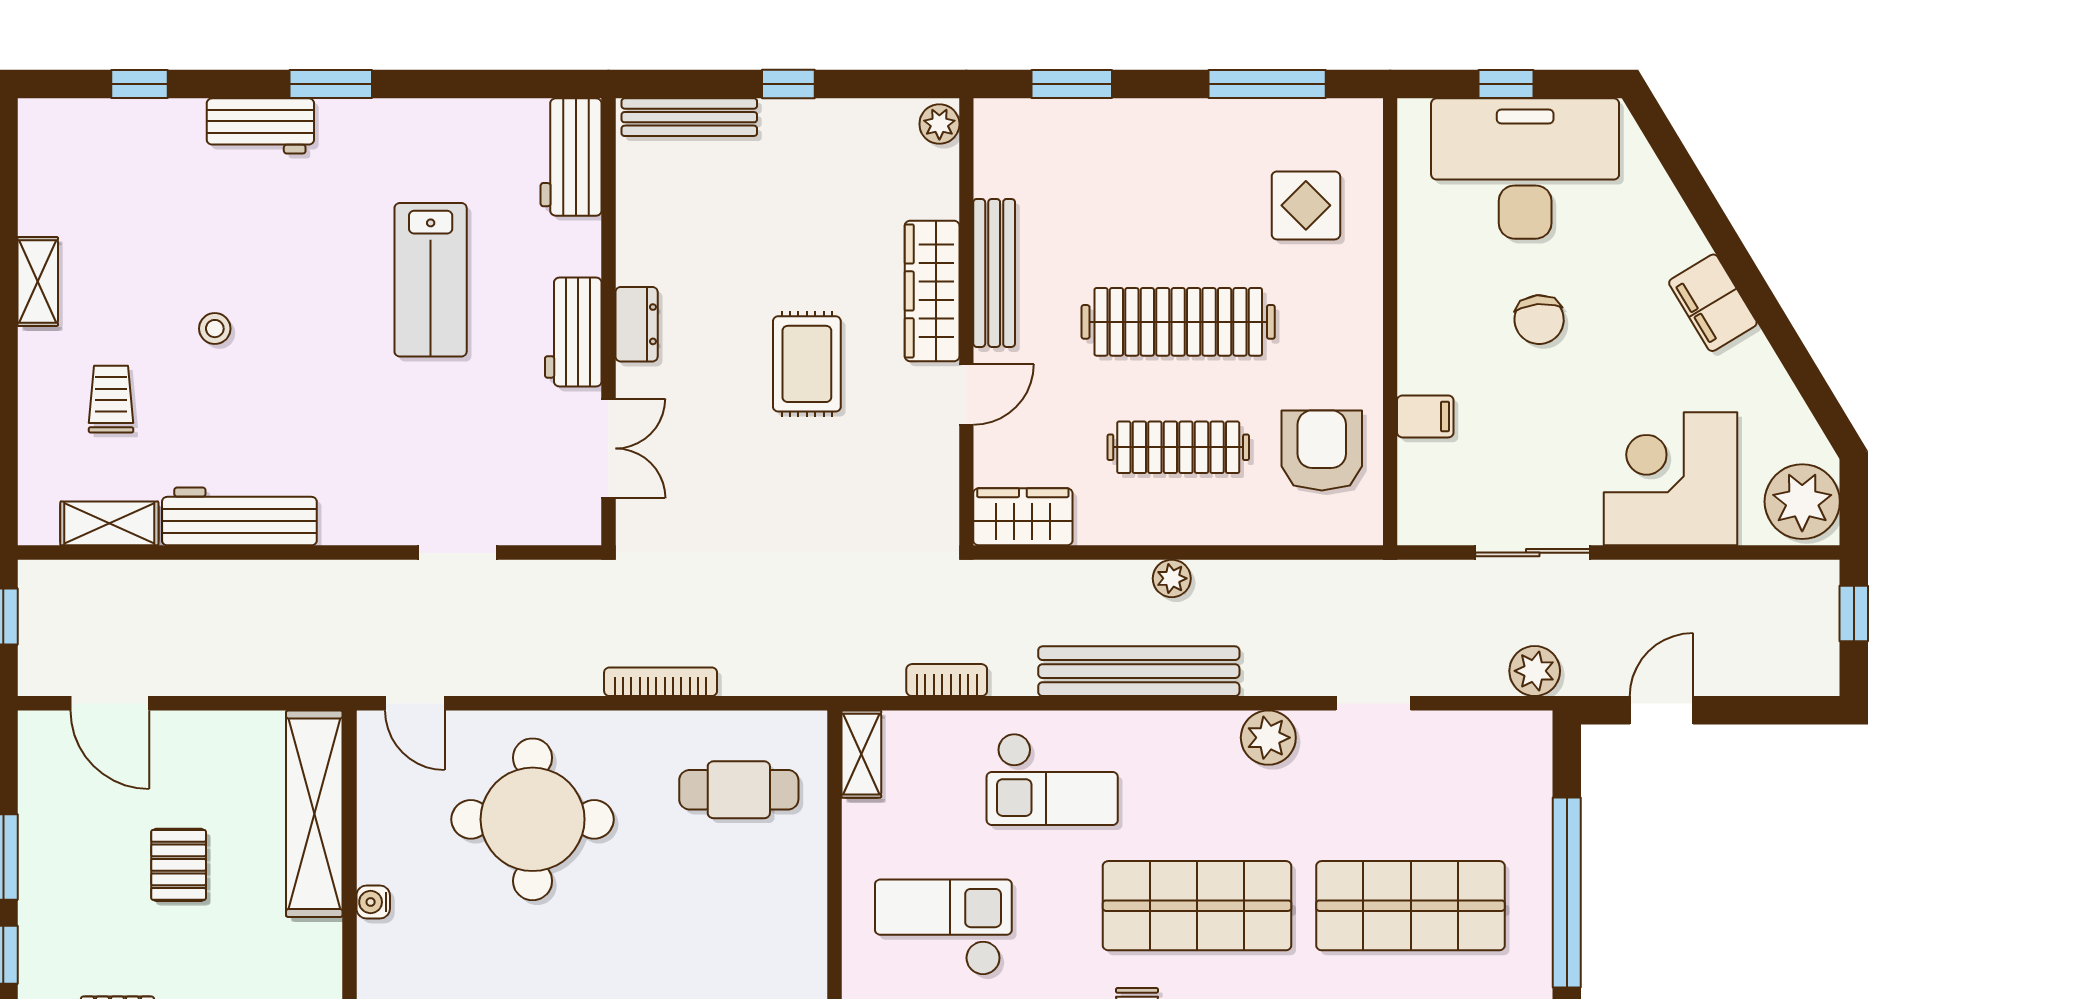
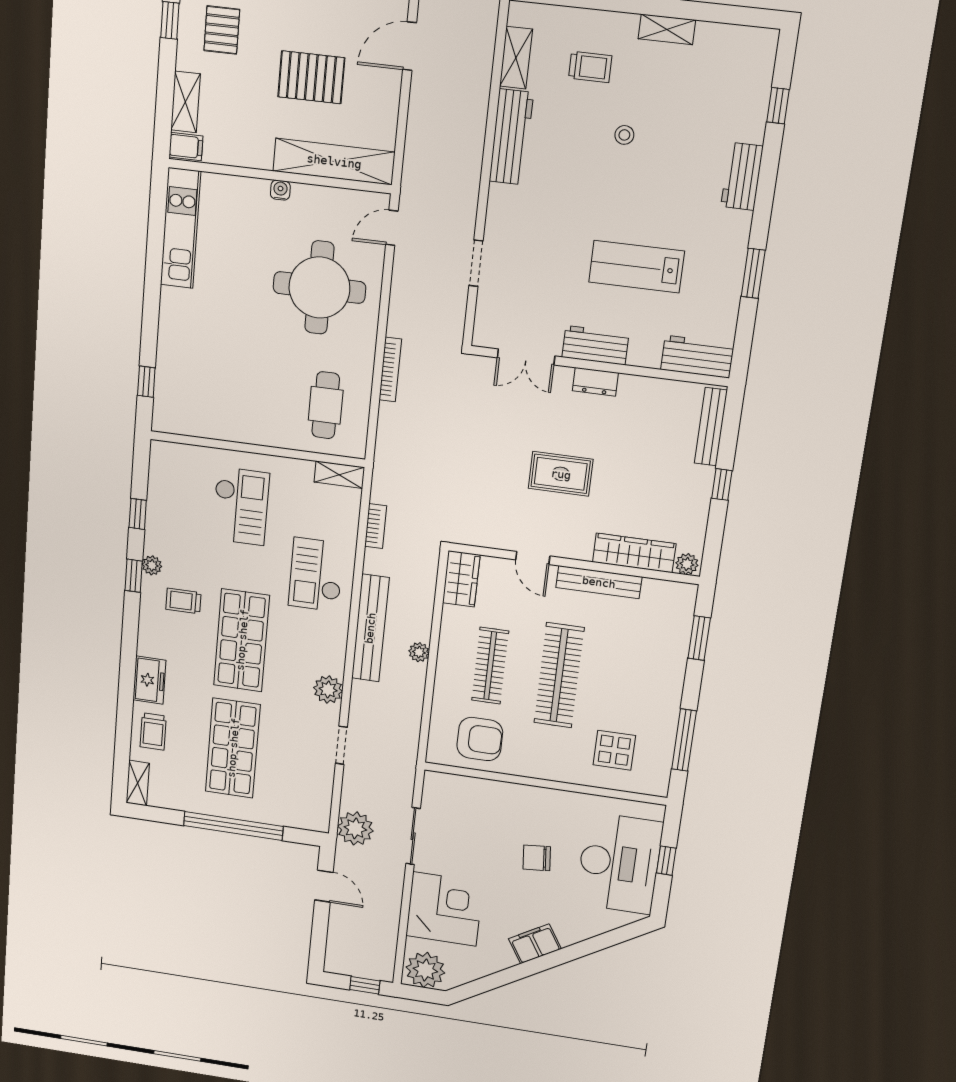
window: (331, 84) -> (753, 273), moved
wardrobe: (932, 291) -> (634, 553), moved
filing cabinet: (1425, 416) -> (492, 794), removed
plant: (1535, 671) -> (355, 828), width x1.36, depth x1.36
pallet: (179, 865) -> (311, 77), width x1.50, depth x1.42

